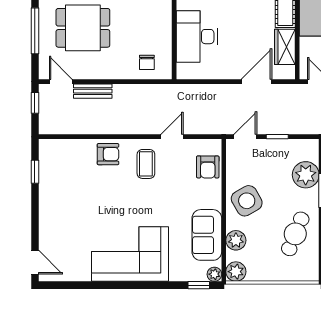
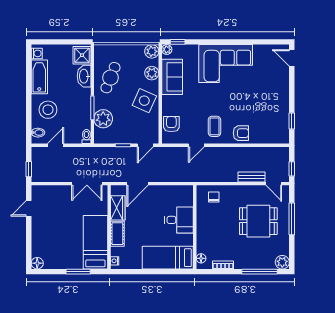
desk: (197, 37) -> (179, 220), width x0.73
armchair: (108, 154) -> (241, 133), turned 180
side table: (247, 201) -> (144, 101), turned -36

